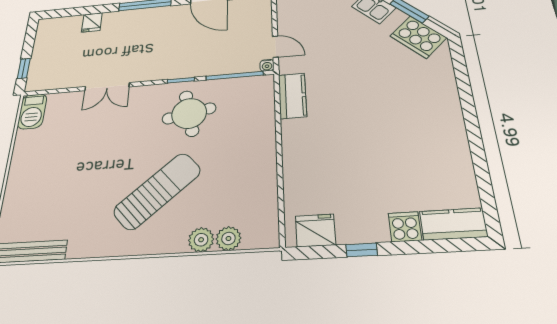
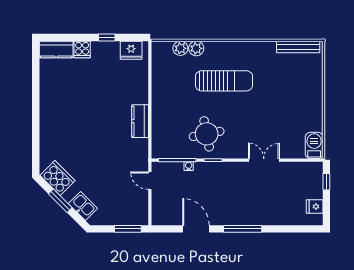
fridge: (92, 22) -> (315, 206), moved, turned -90
water cooler: (267, 65) -> (189, 166), moved
kitchen counter: (292, 96) -> (140, 121), moved
sun lounger: (157, 191) -> (224, 81), turned -139

